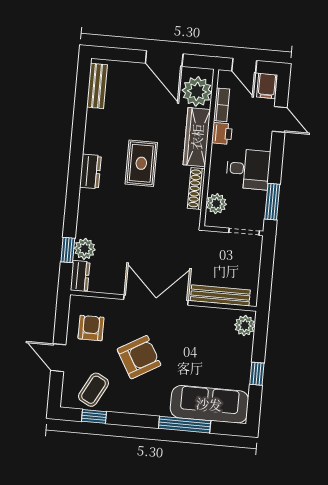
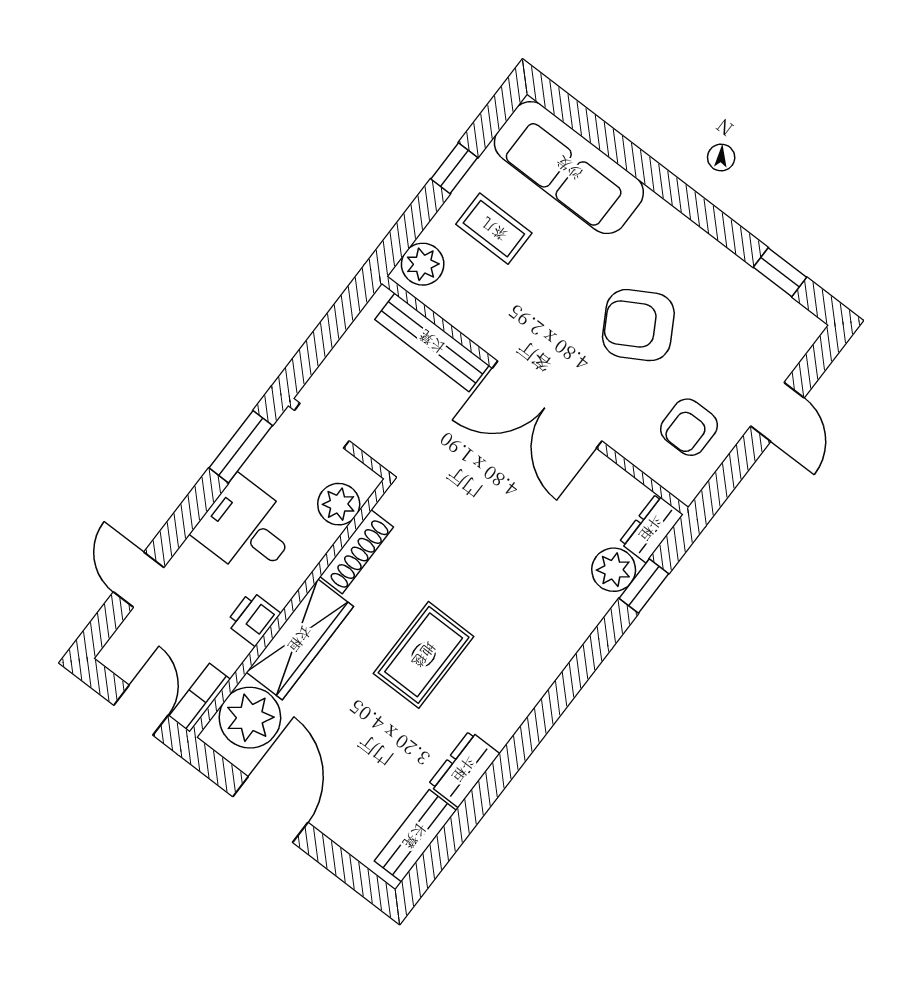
filing cabinet: (267, 86) -> (124, 651), removed
bookcase: (222, 105) -> (200, 698), moved
dresser: (90, 171) -> (464, 769), moved
coffee table: (93, 390) -> (494, 229), moved, turned 62
window: (185, 425) -> (634, 160), removed

